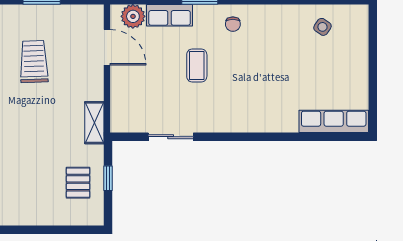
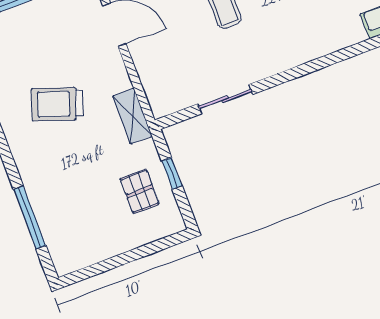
trolley: (34, 62) -> (57, 104), moved, turned -69

